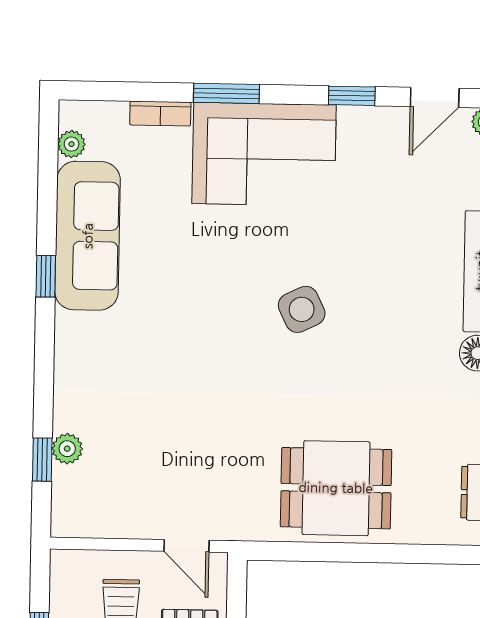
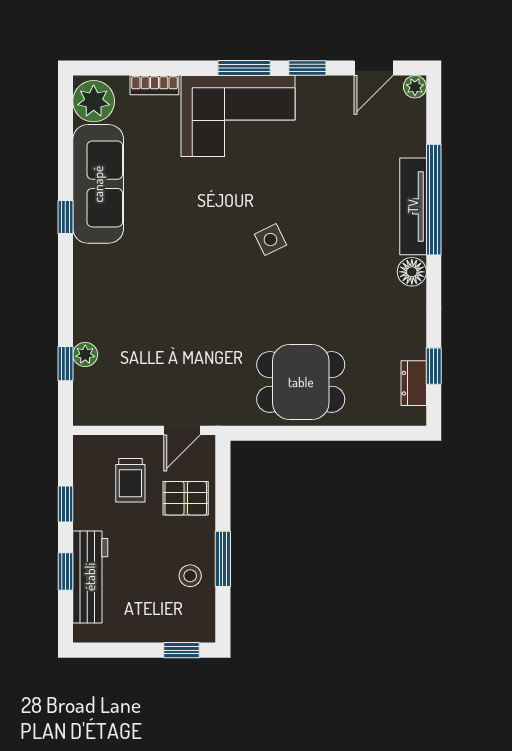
window: (226, 93) -> (244, 68), moved
plant: (71, 144) -> (94, 101), width x1.87, depth x1.87
side table: (302, 309) -> (271, 240), width x0.73, depth x0.73
door: (186, 546) -> (182, 430), hinge flipped

